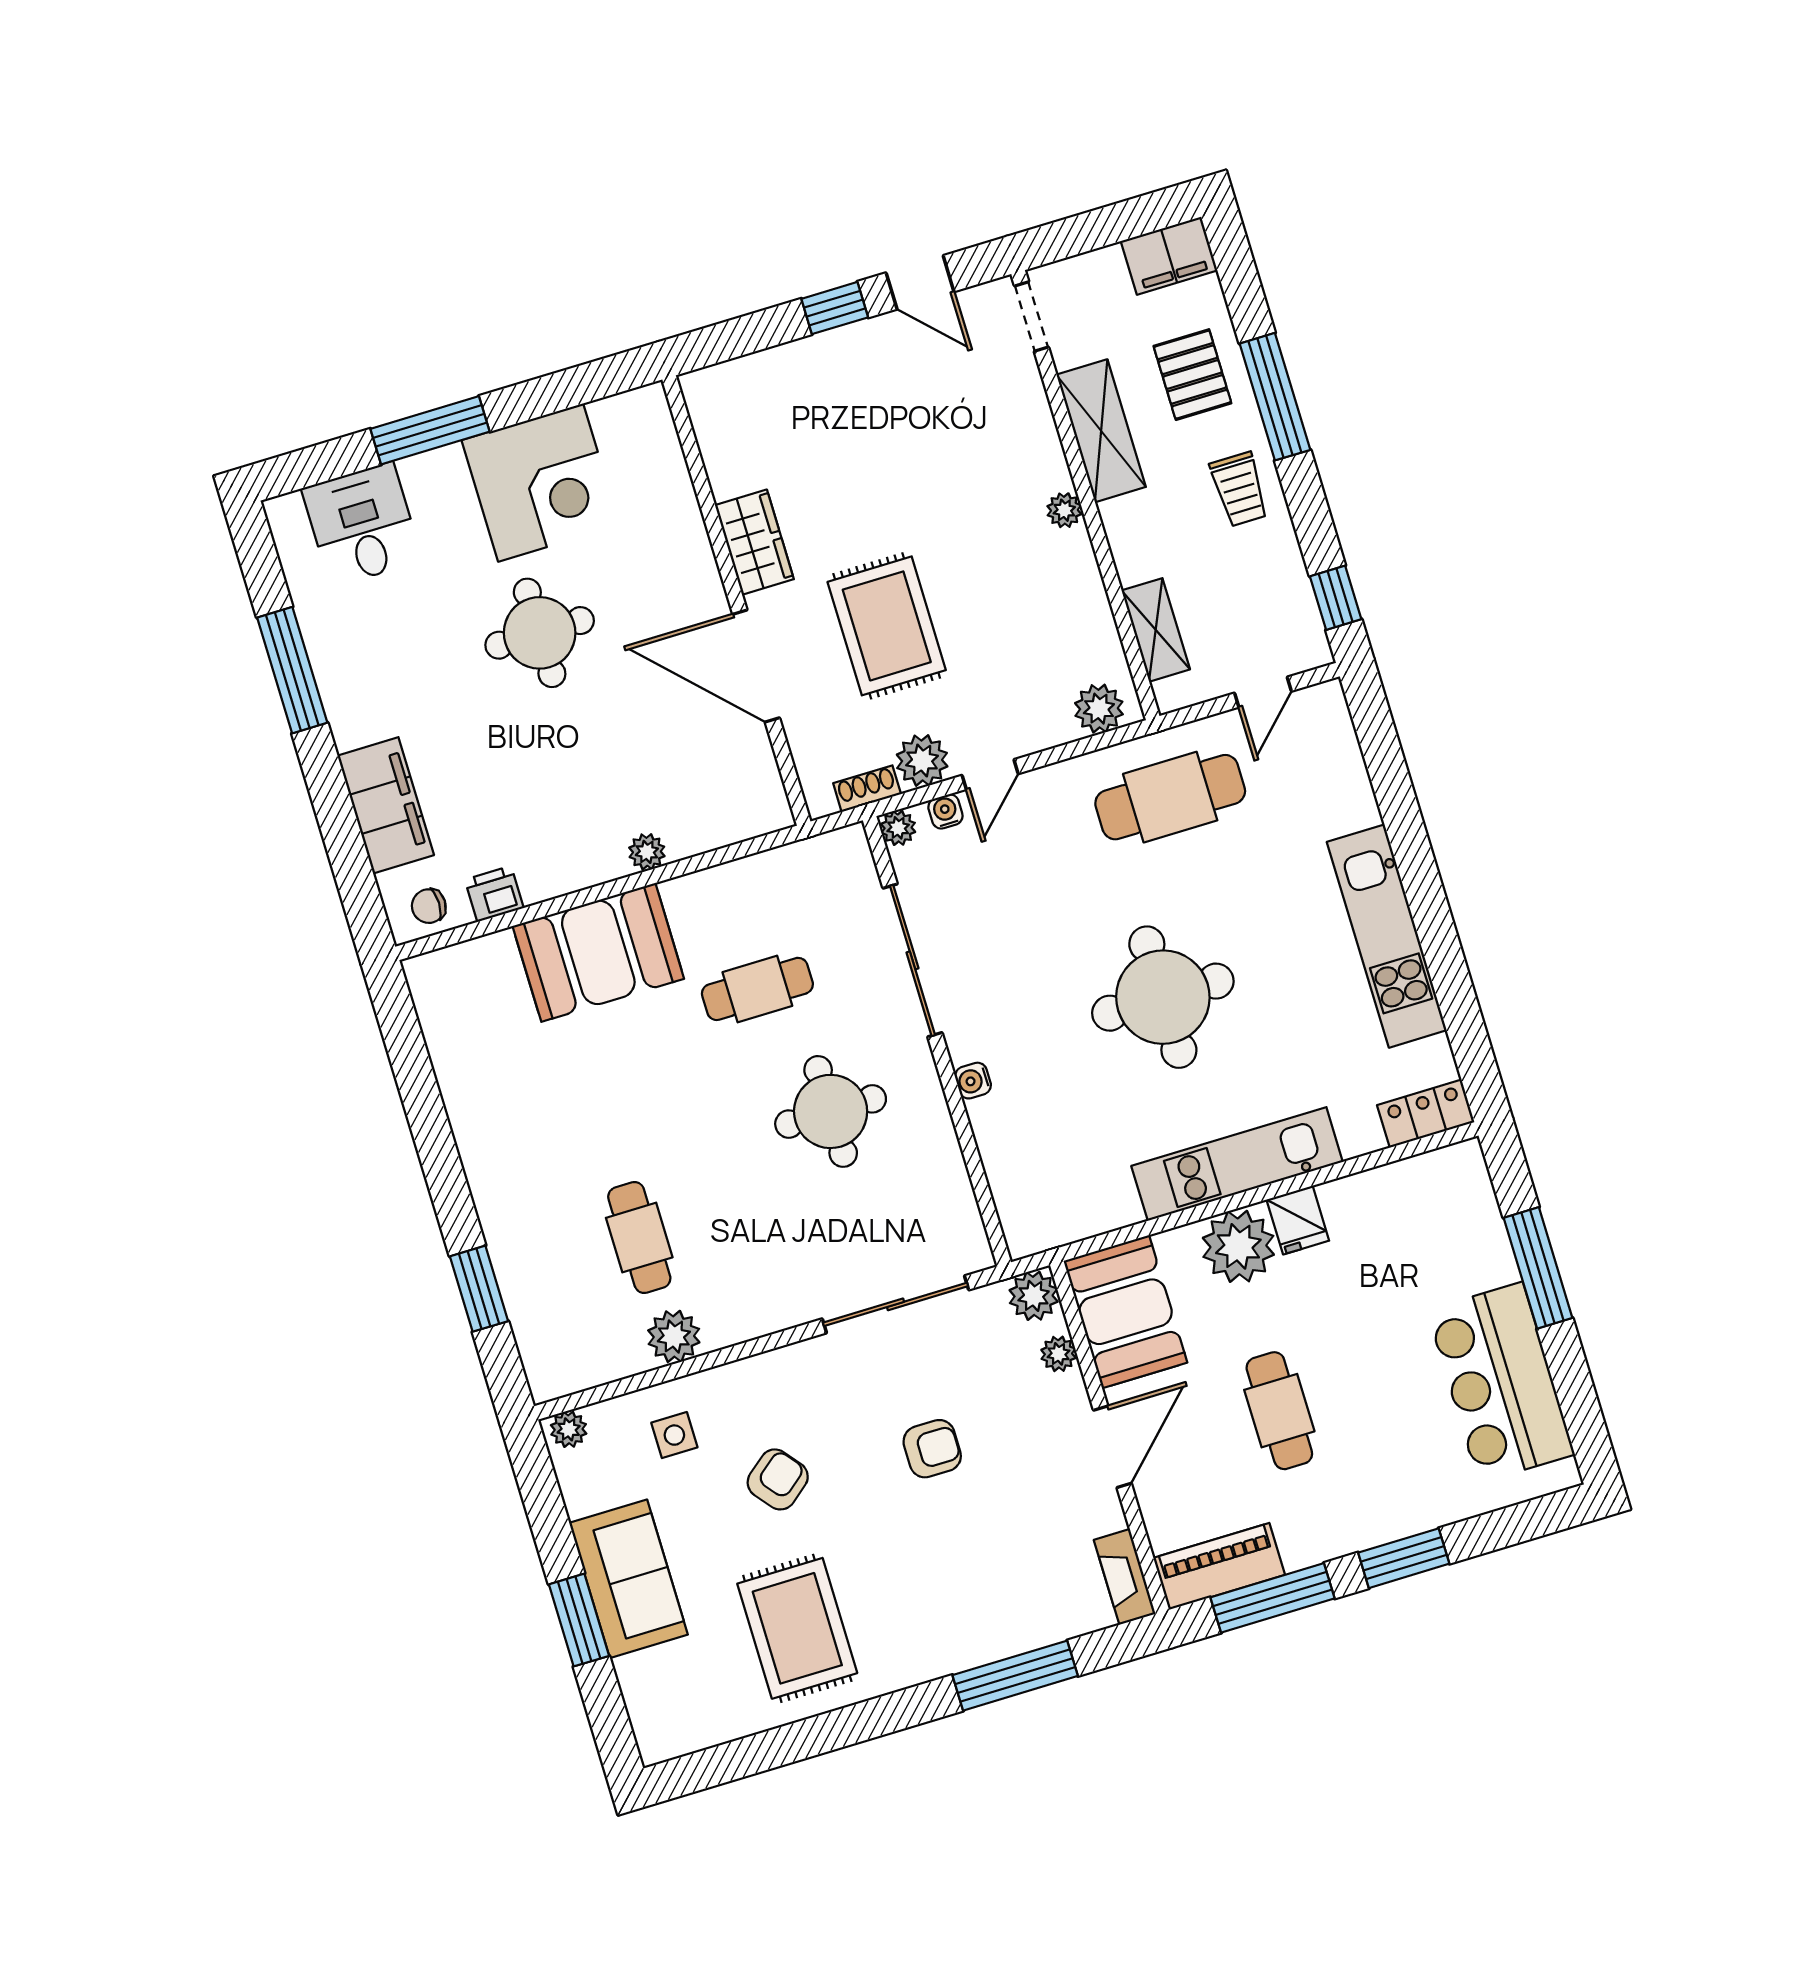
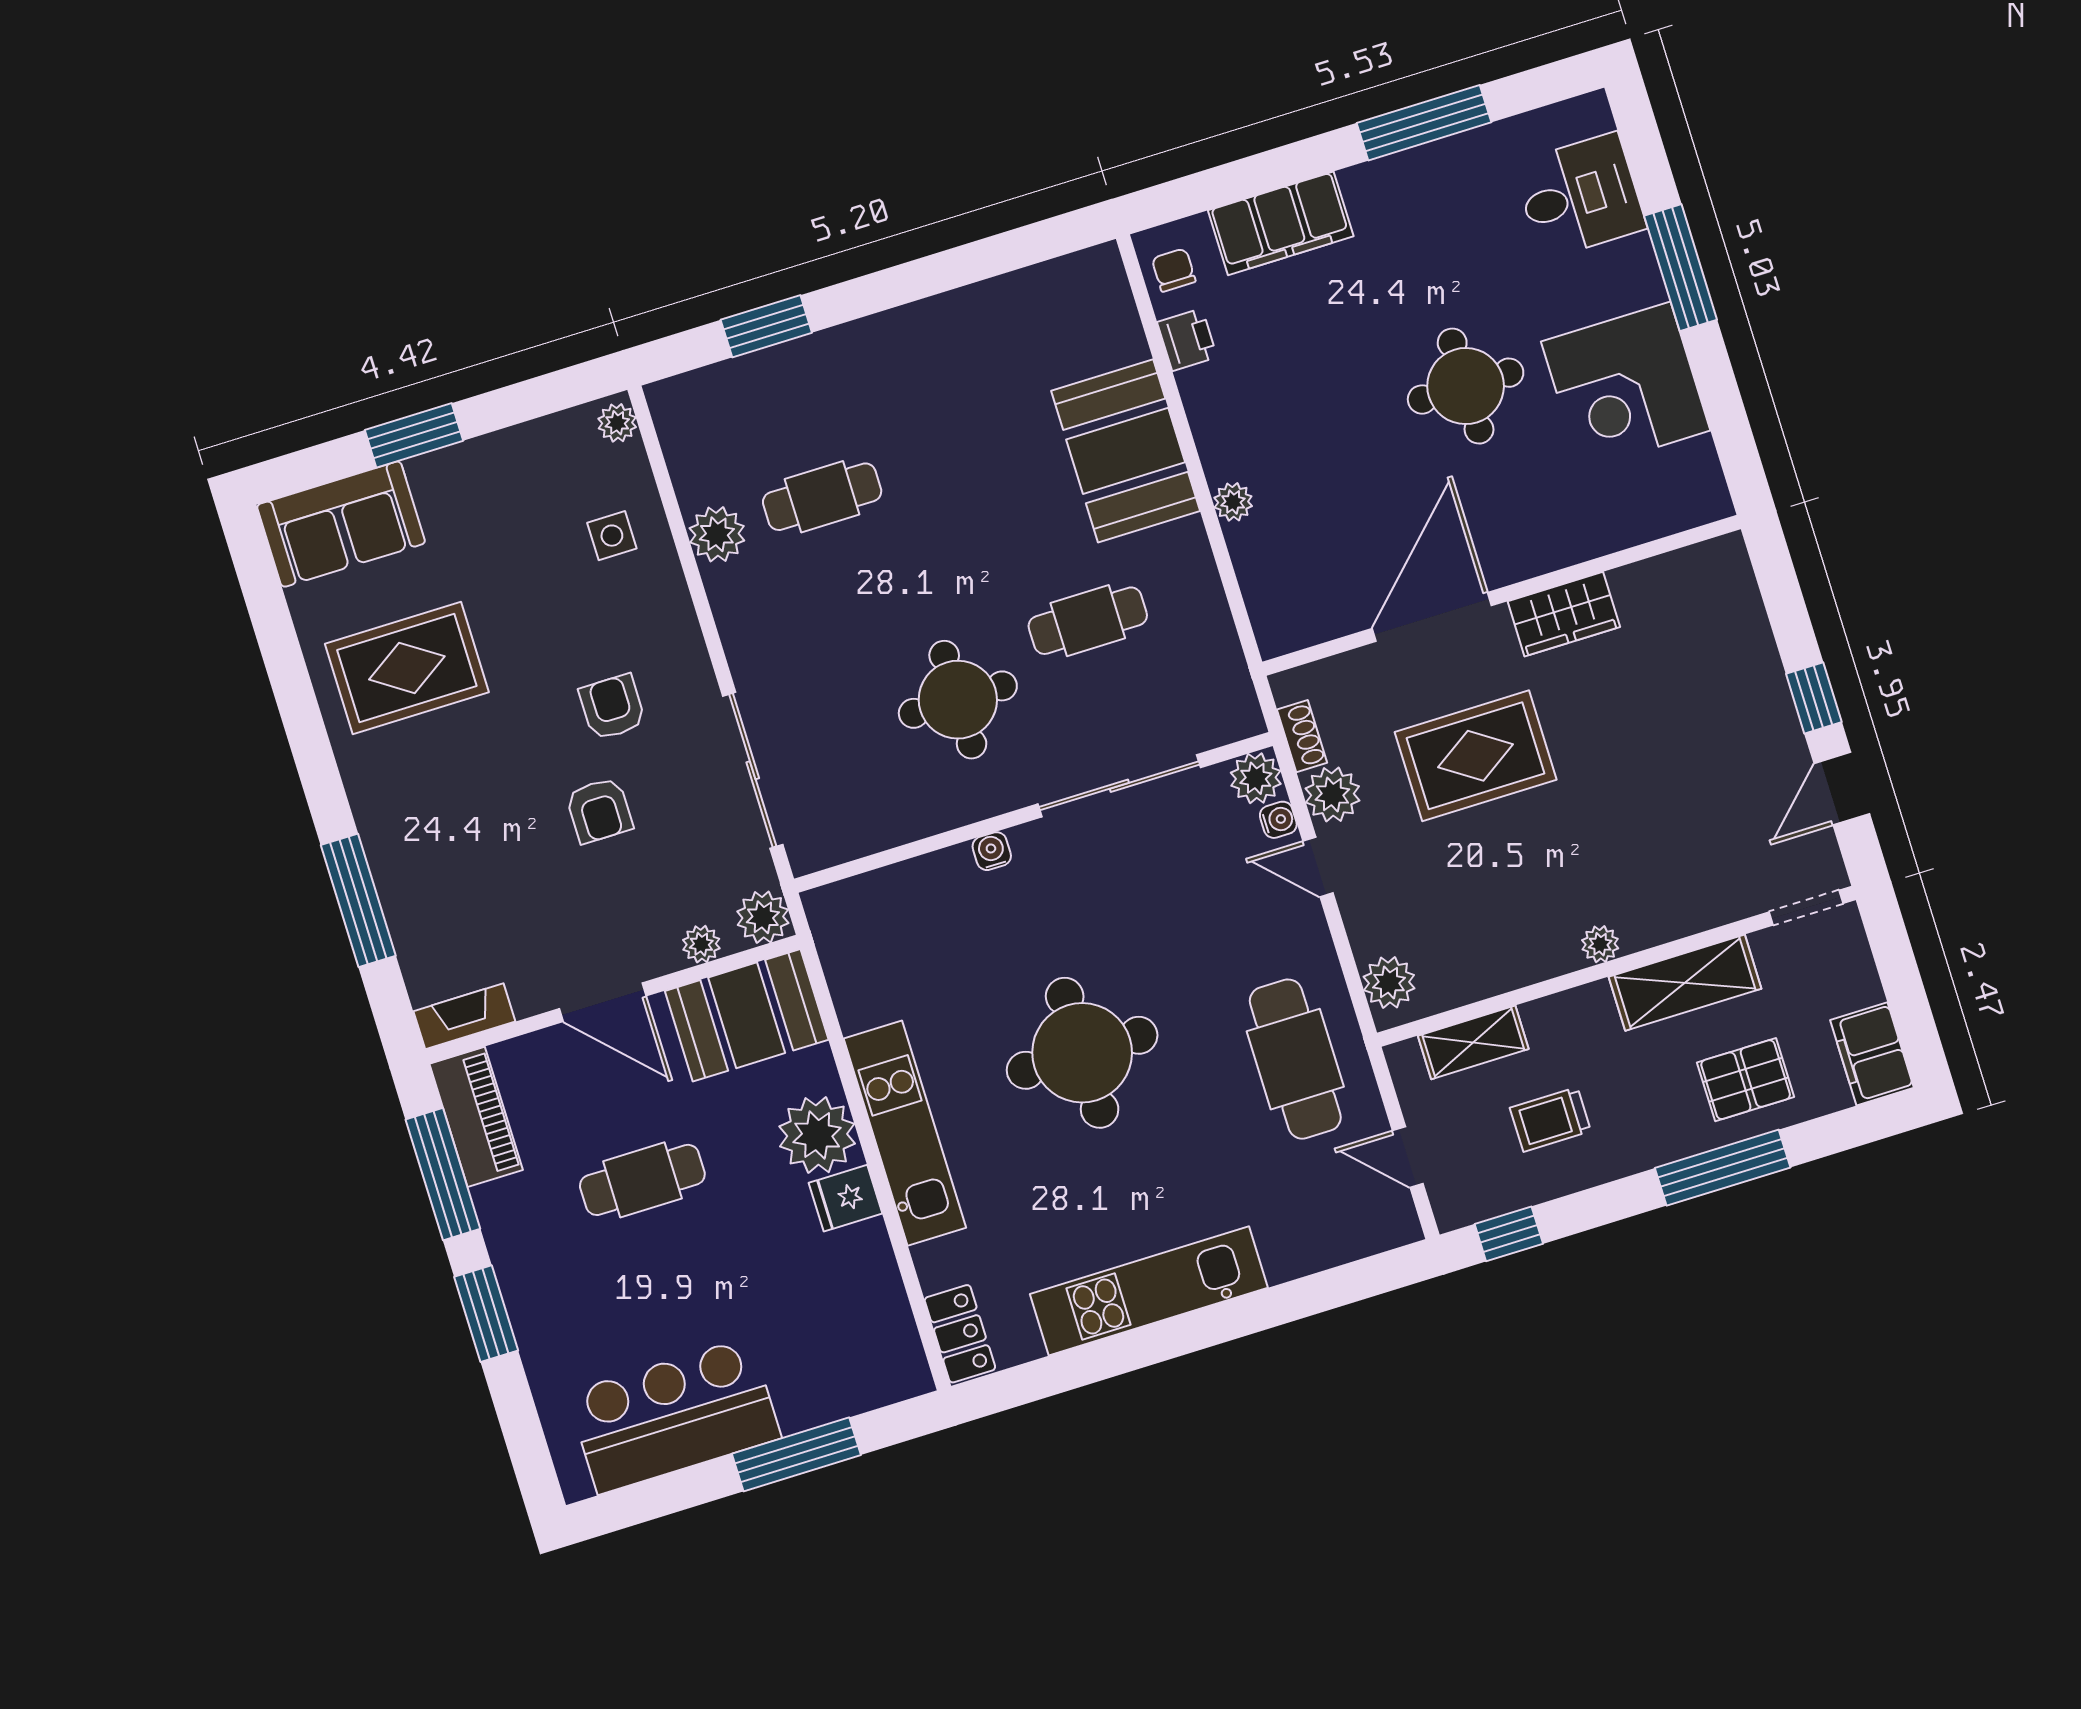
trolley: (1239, 489) -> (1550, 1119), moved
plant: (898, 828) -> (1256, 778), width x1.38, depth x1.38
cafe table: (757, 989) -> (1088, 621), turned 90
armchair: (778, 1479) -> (612, 707), moved, turned -141
sofa: (628, 1579) -> (341, 524), moved

